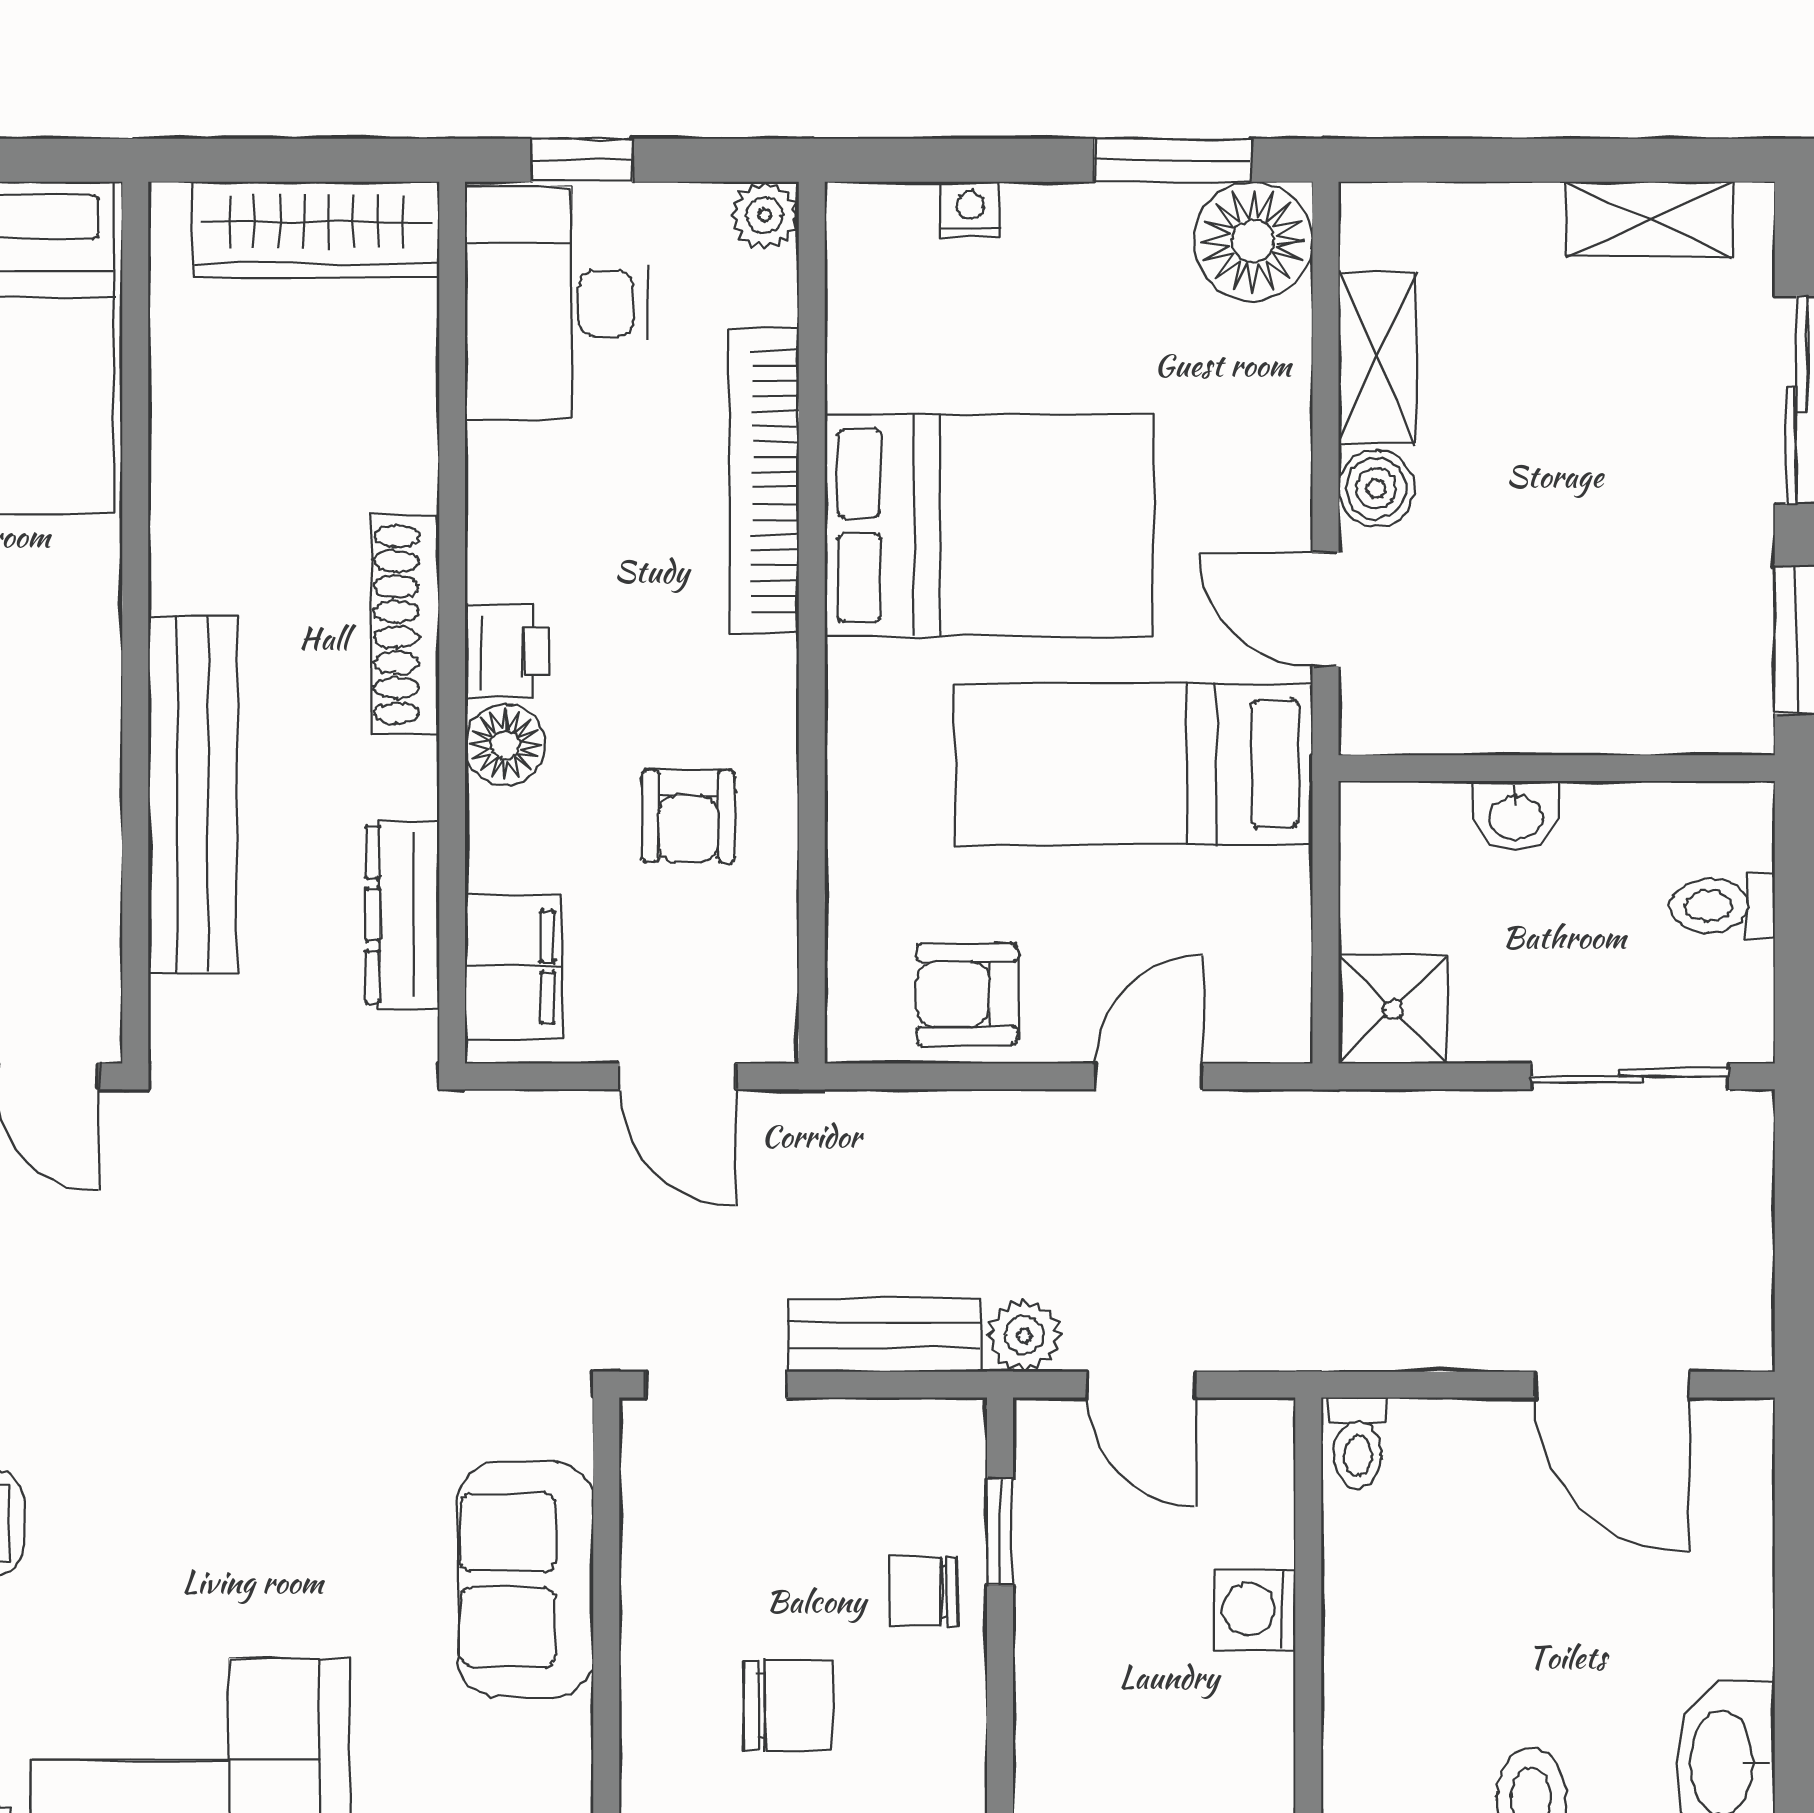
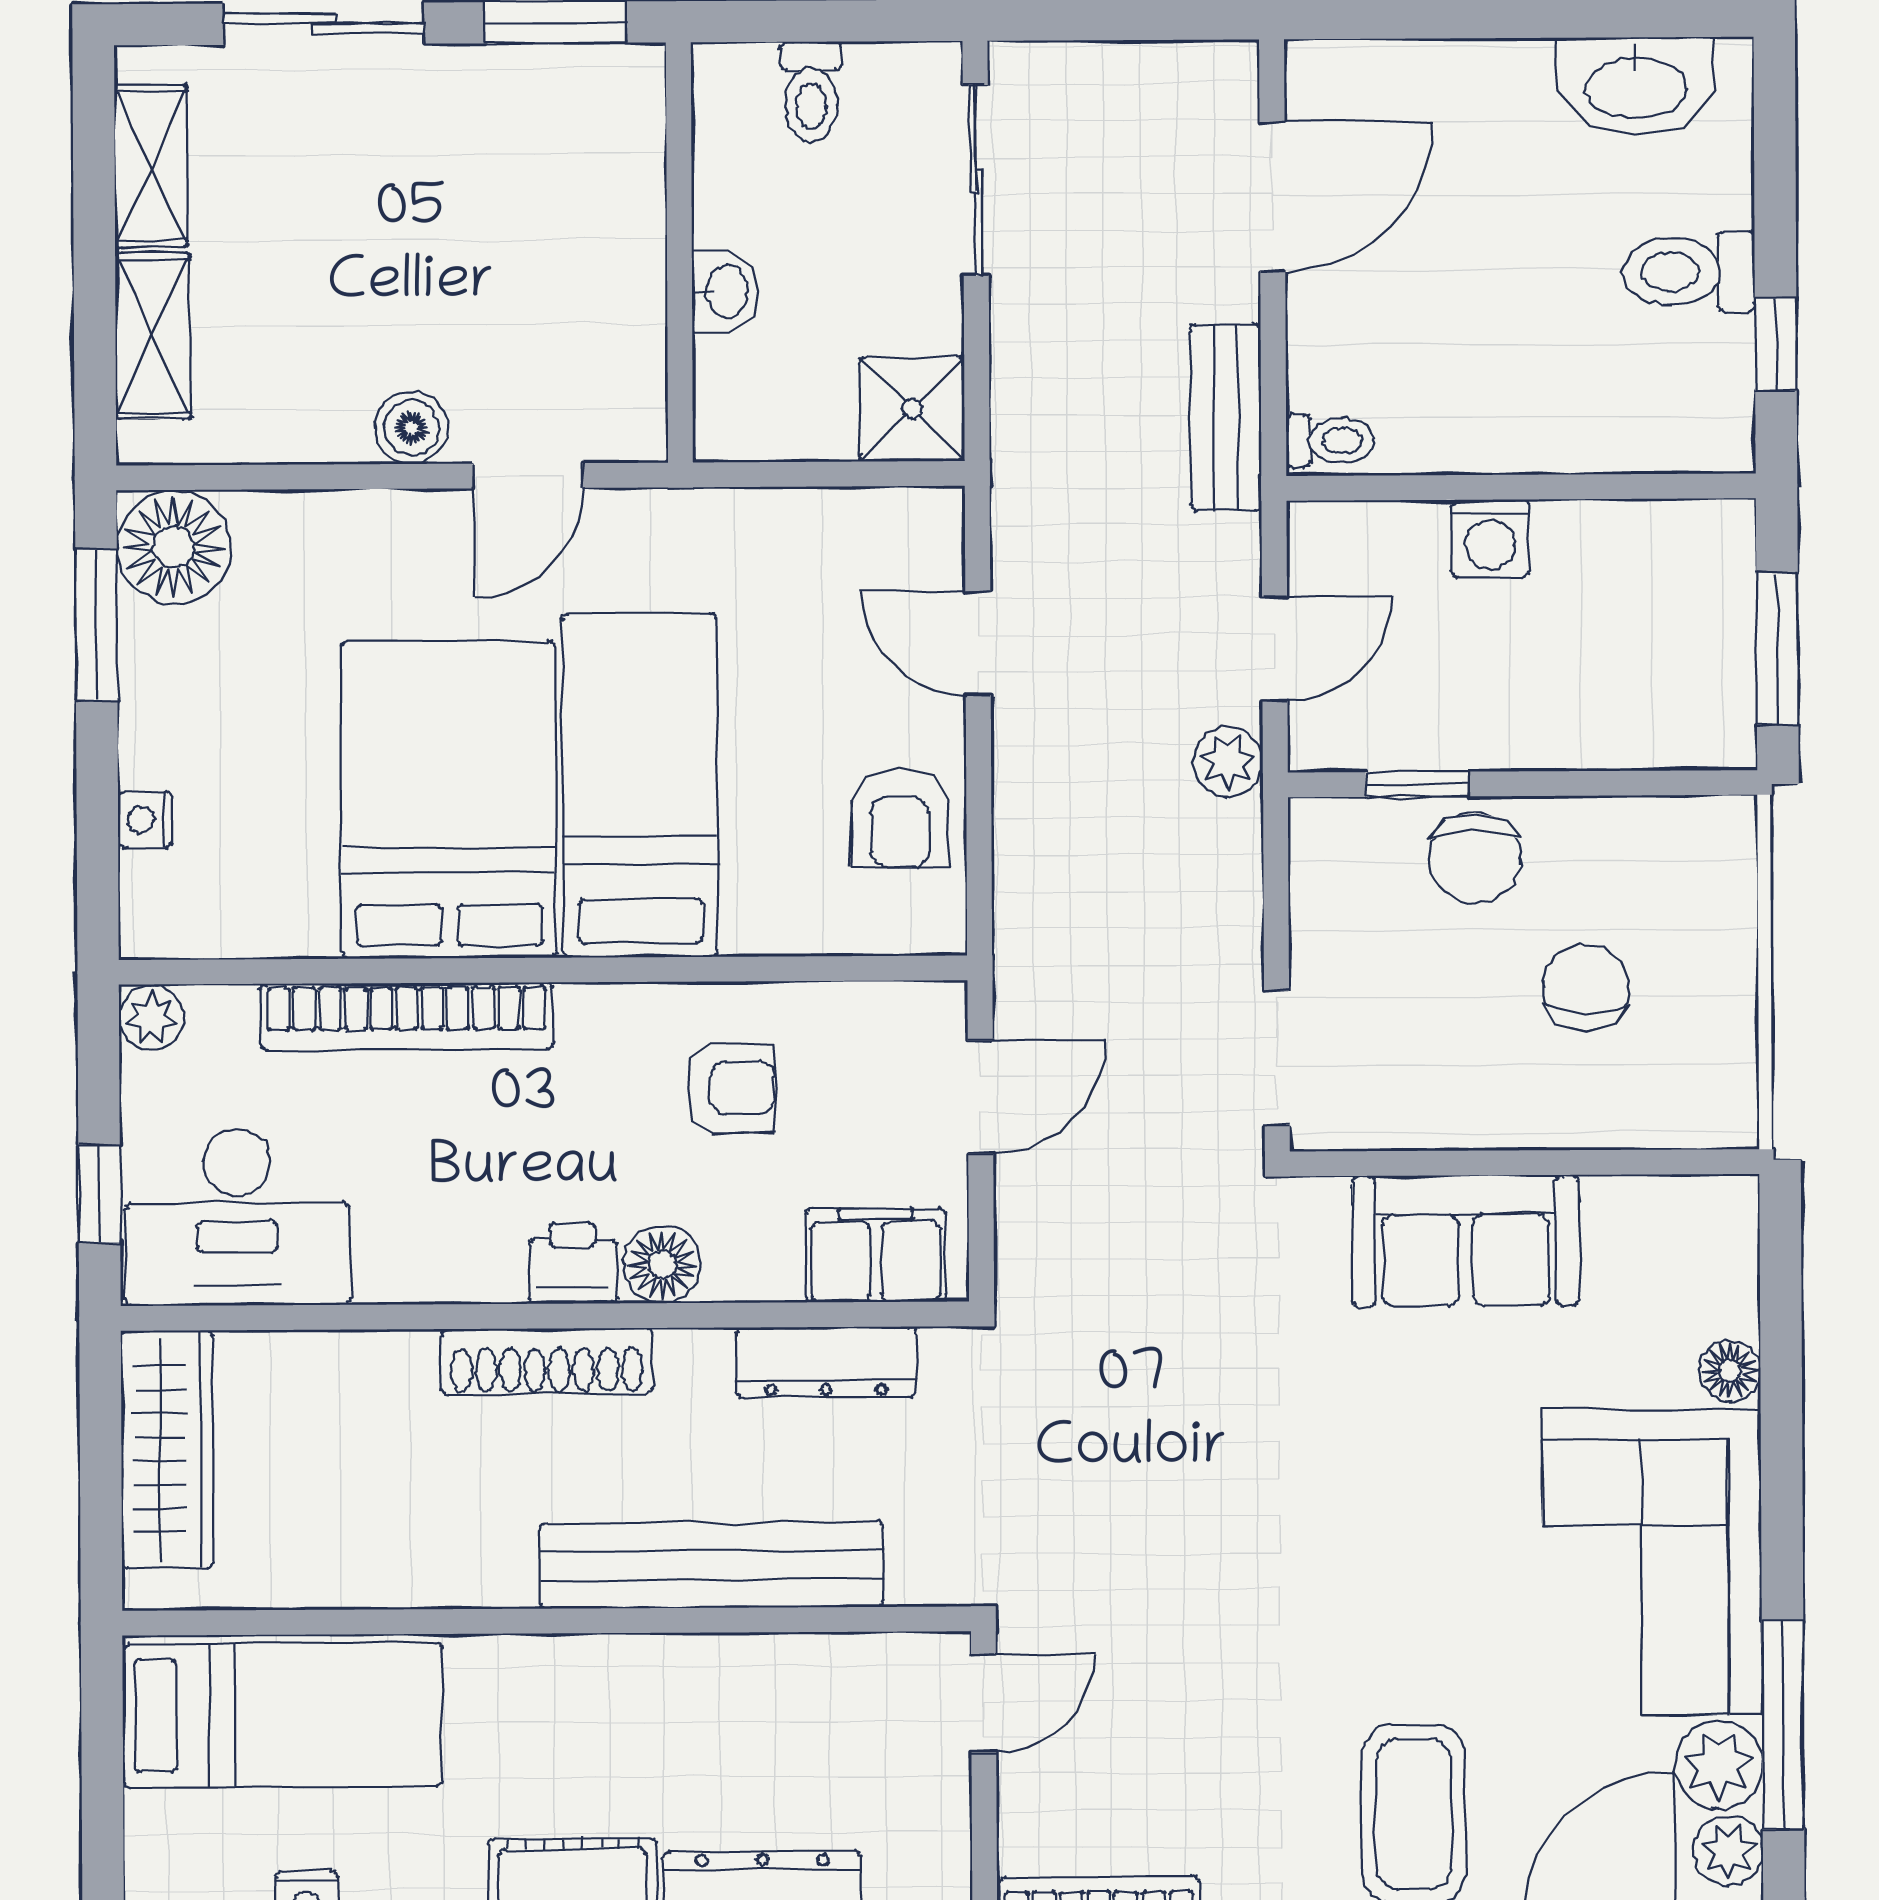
shelving: (1377, 358) -> (153, 336), moved, turned 90
bed: (1134, 764) -> (640, 785), moved, turned 180
bench: (885, 1335) -> (1226, 417), moved
chair: (923, 1592) -> (1475, 858), width x1.37, depth x1.37

